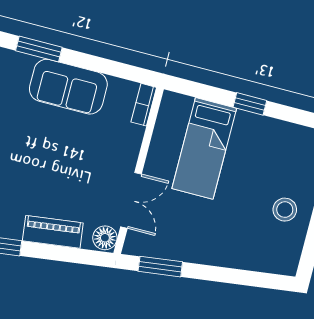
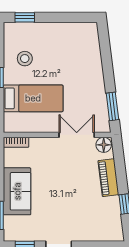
stool: (285, 210) -> (25, 59), moved

